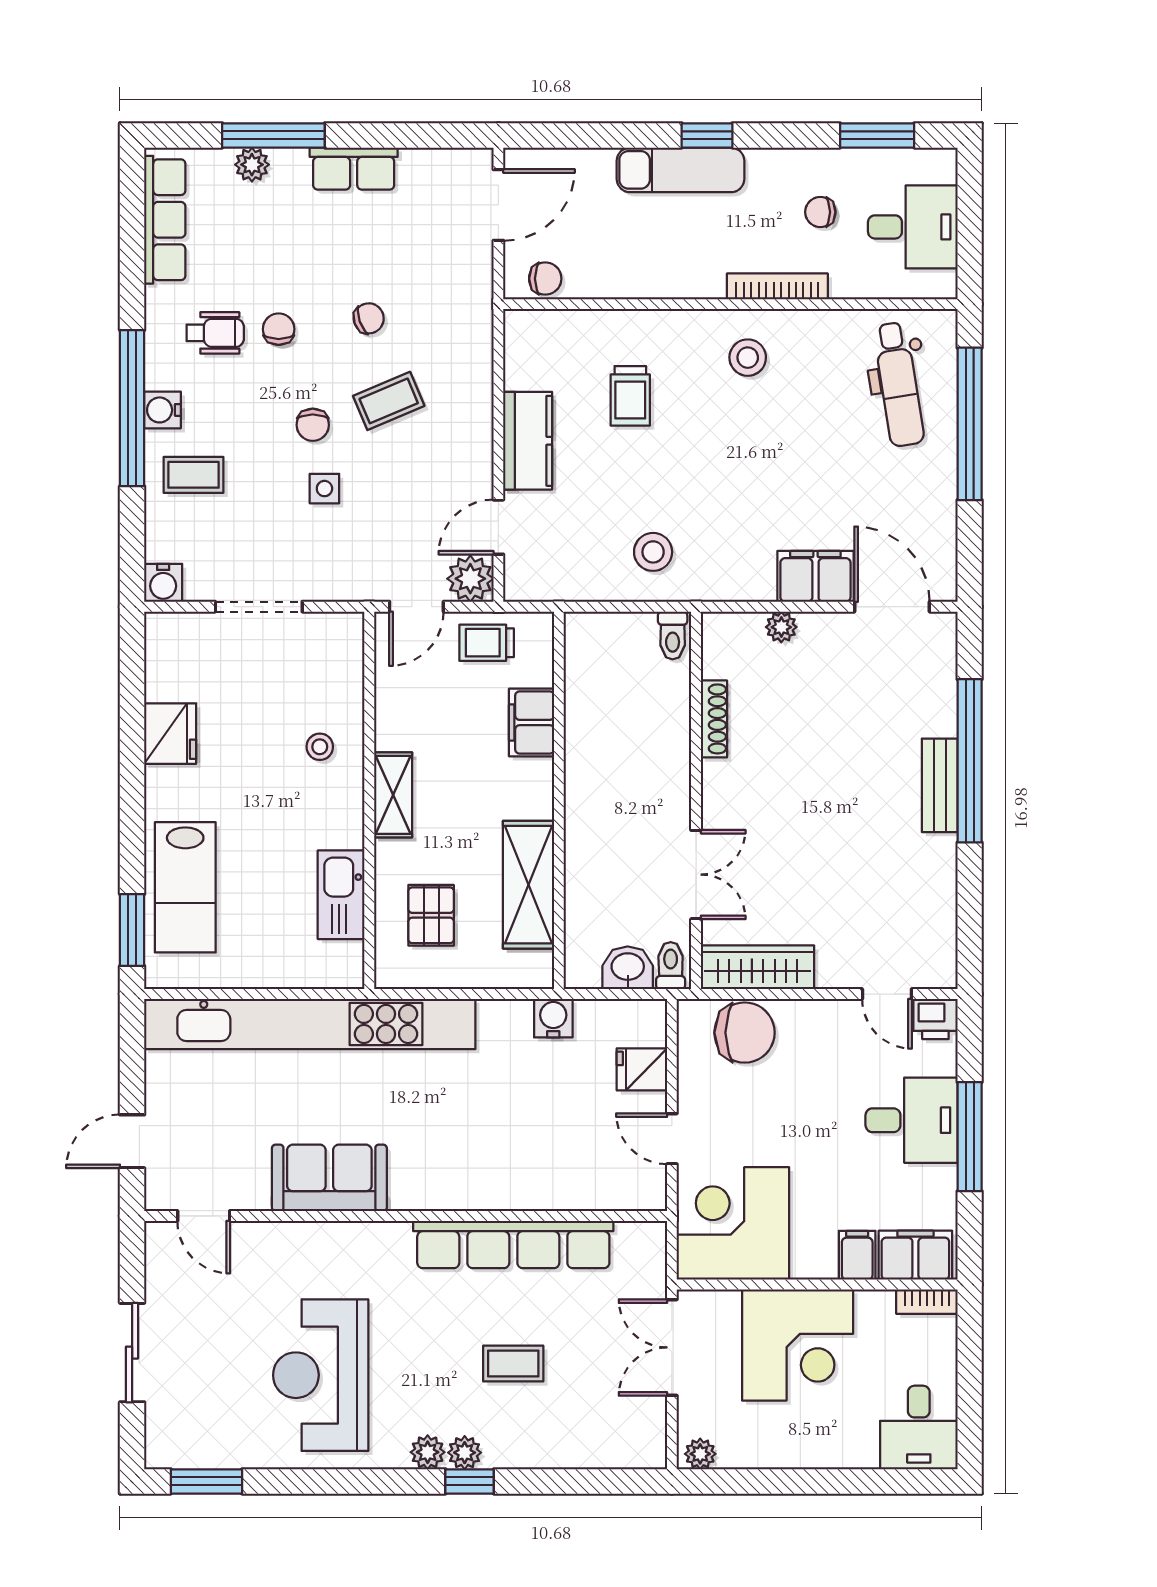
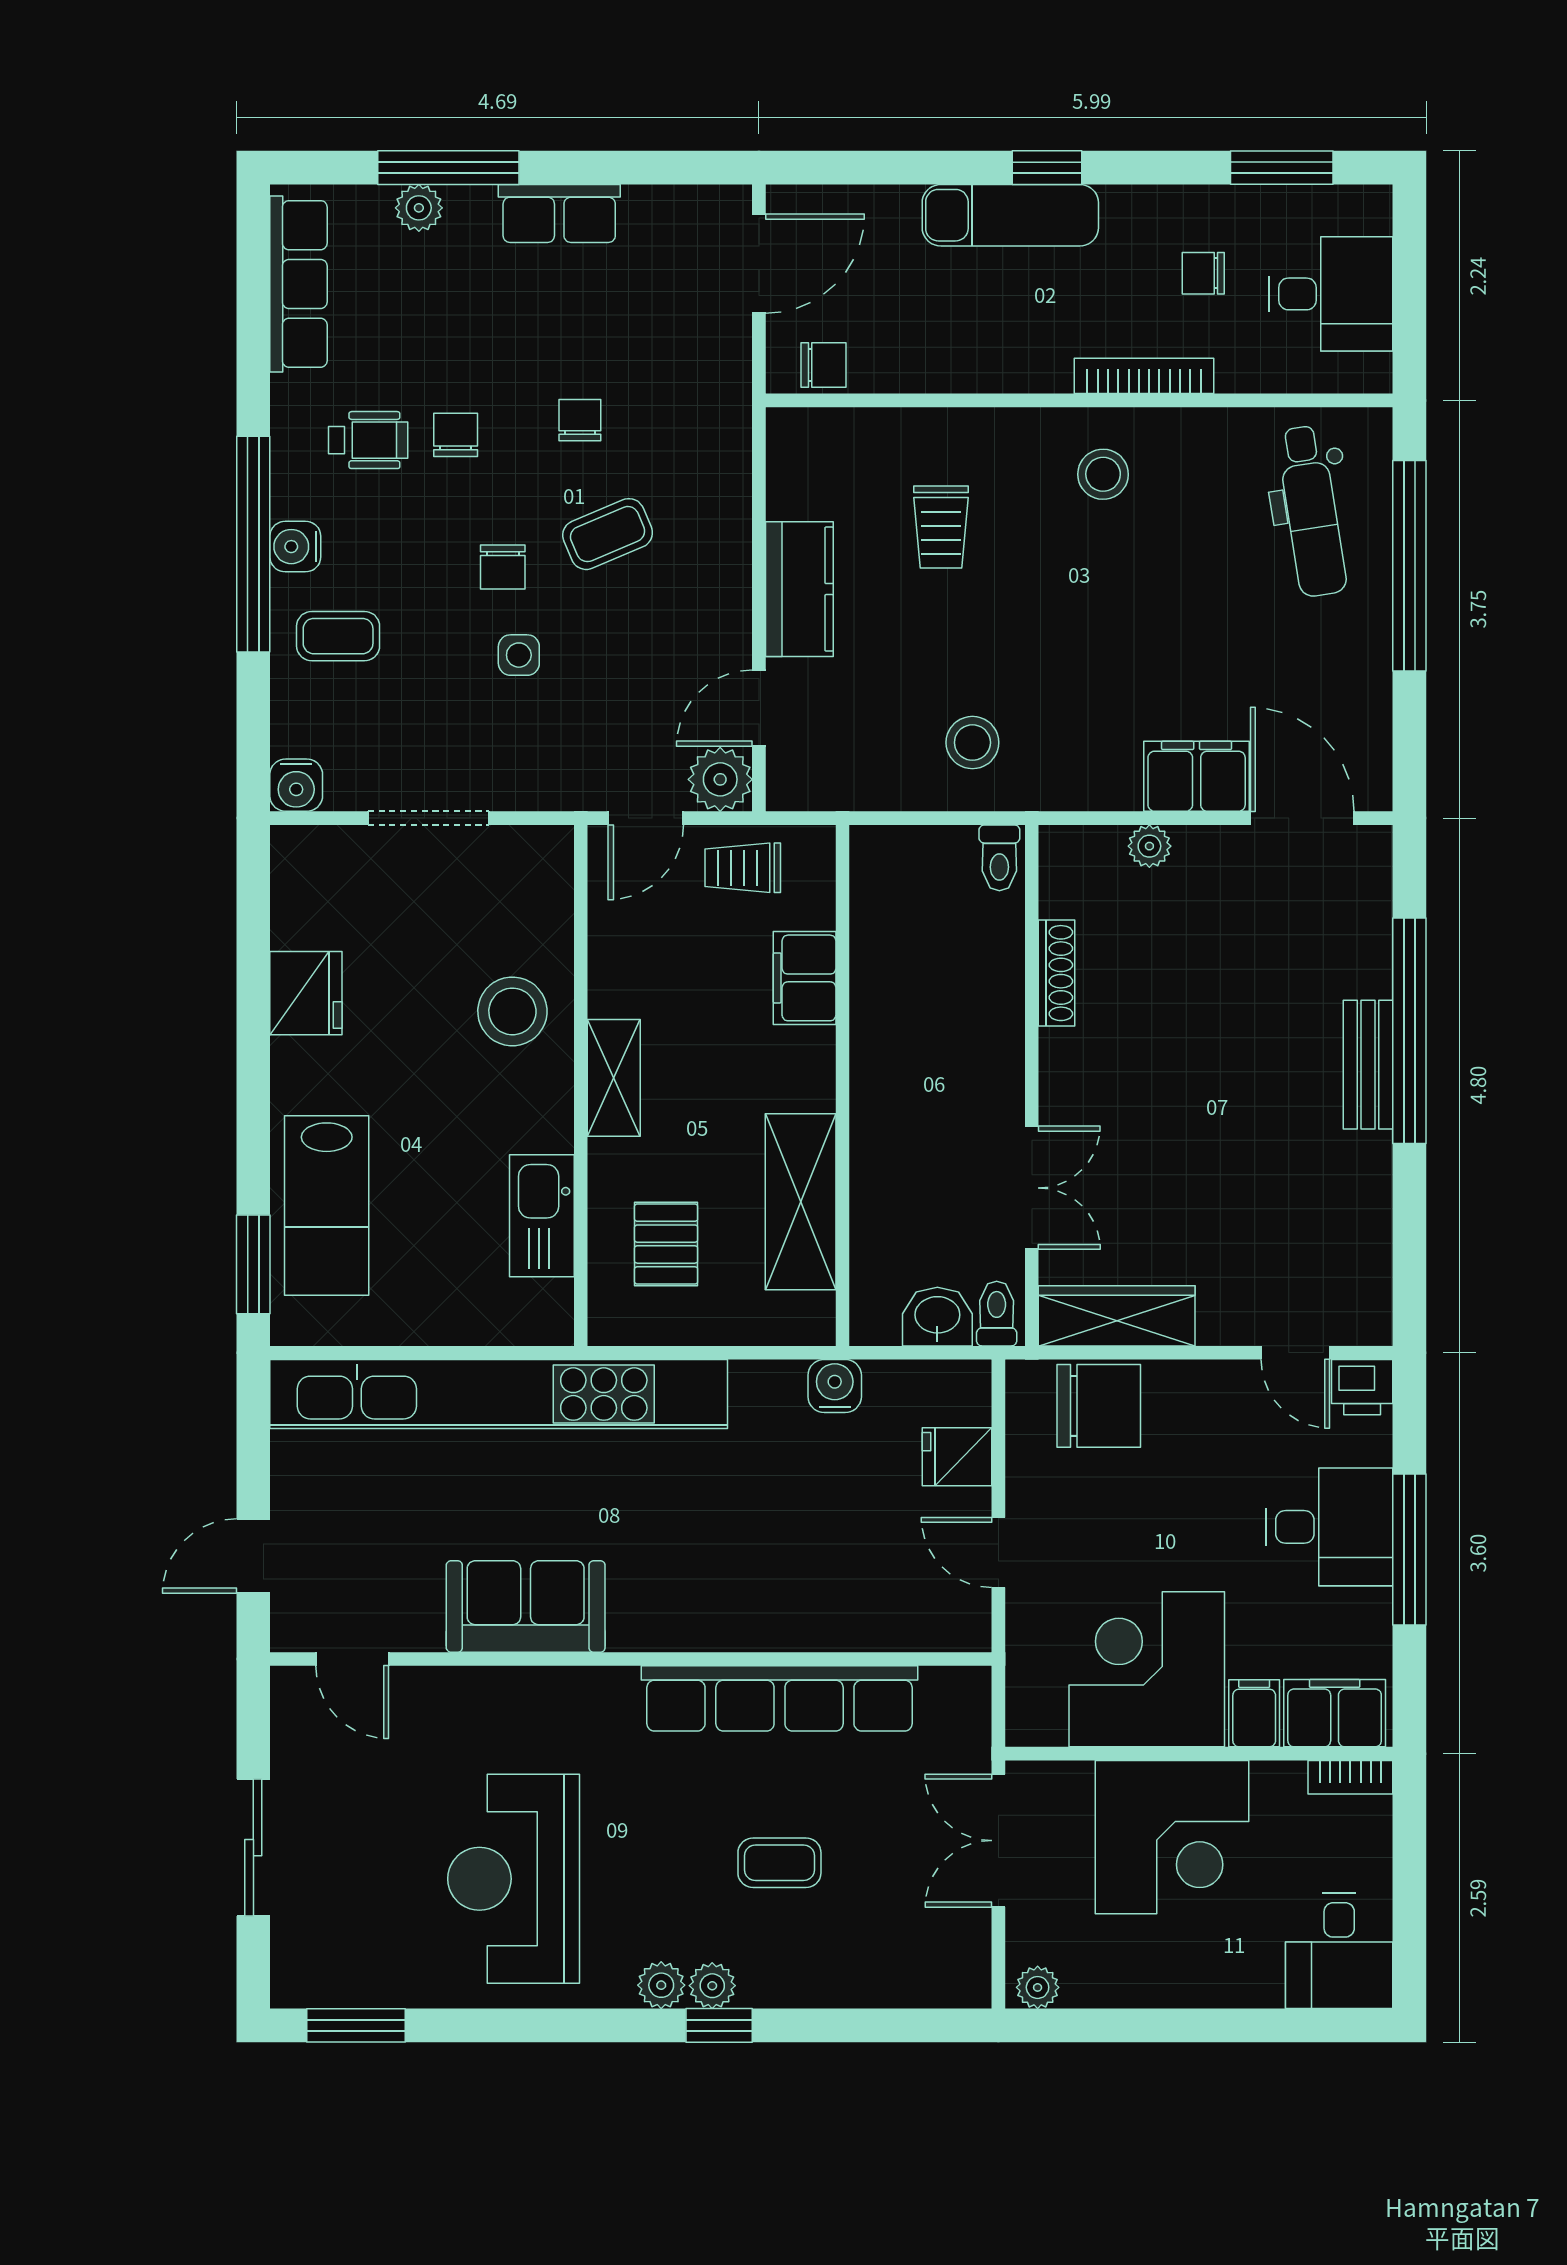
chair: (369, 318) -> (580, 420), turned -71
stool: (320, 747) -> (512, 1011), width x1.89, depth x1.89
corner desk: (733, 1223) -> (1147, 1669), moved

